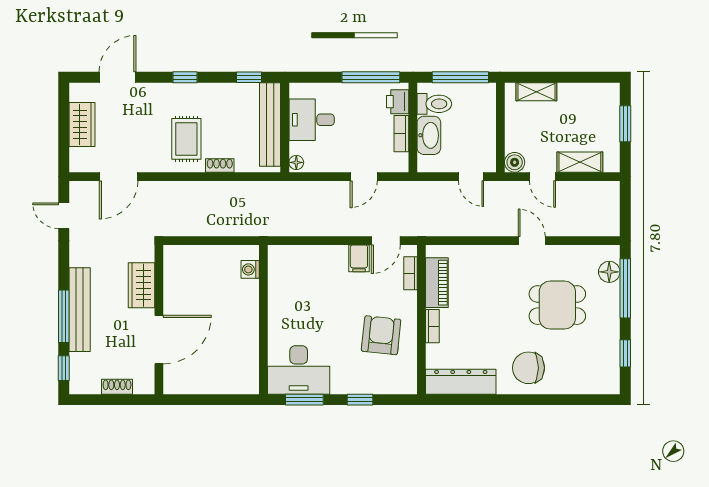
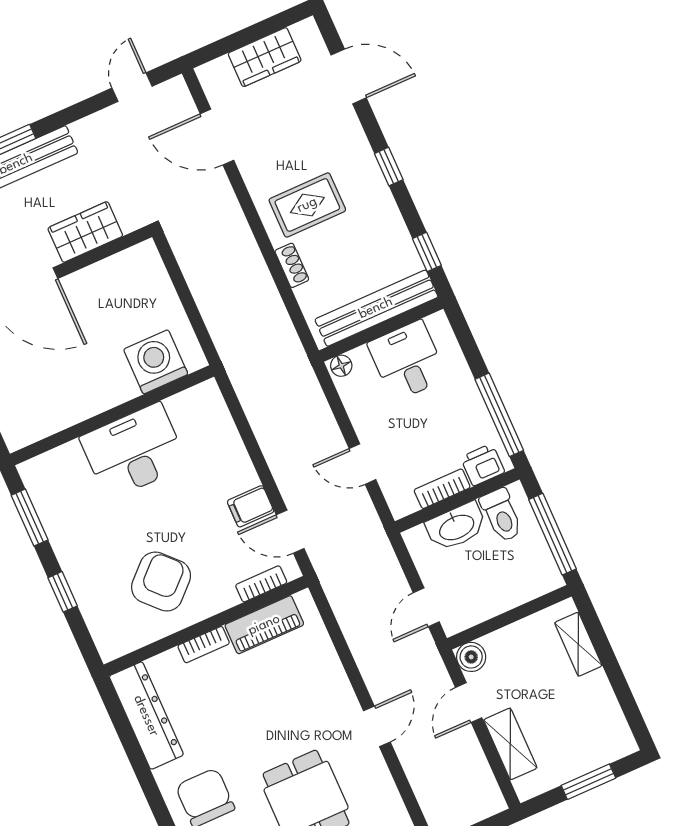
washing machine: (250, 269) -> (156, 362), width x1.89, depth x1.89
armchair: (381, 335) -> (161, 582), turned -50
desk: (299, 370) -> (134, 451), moved, turned 90

